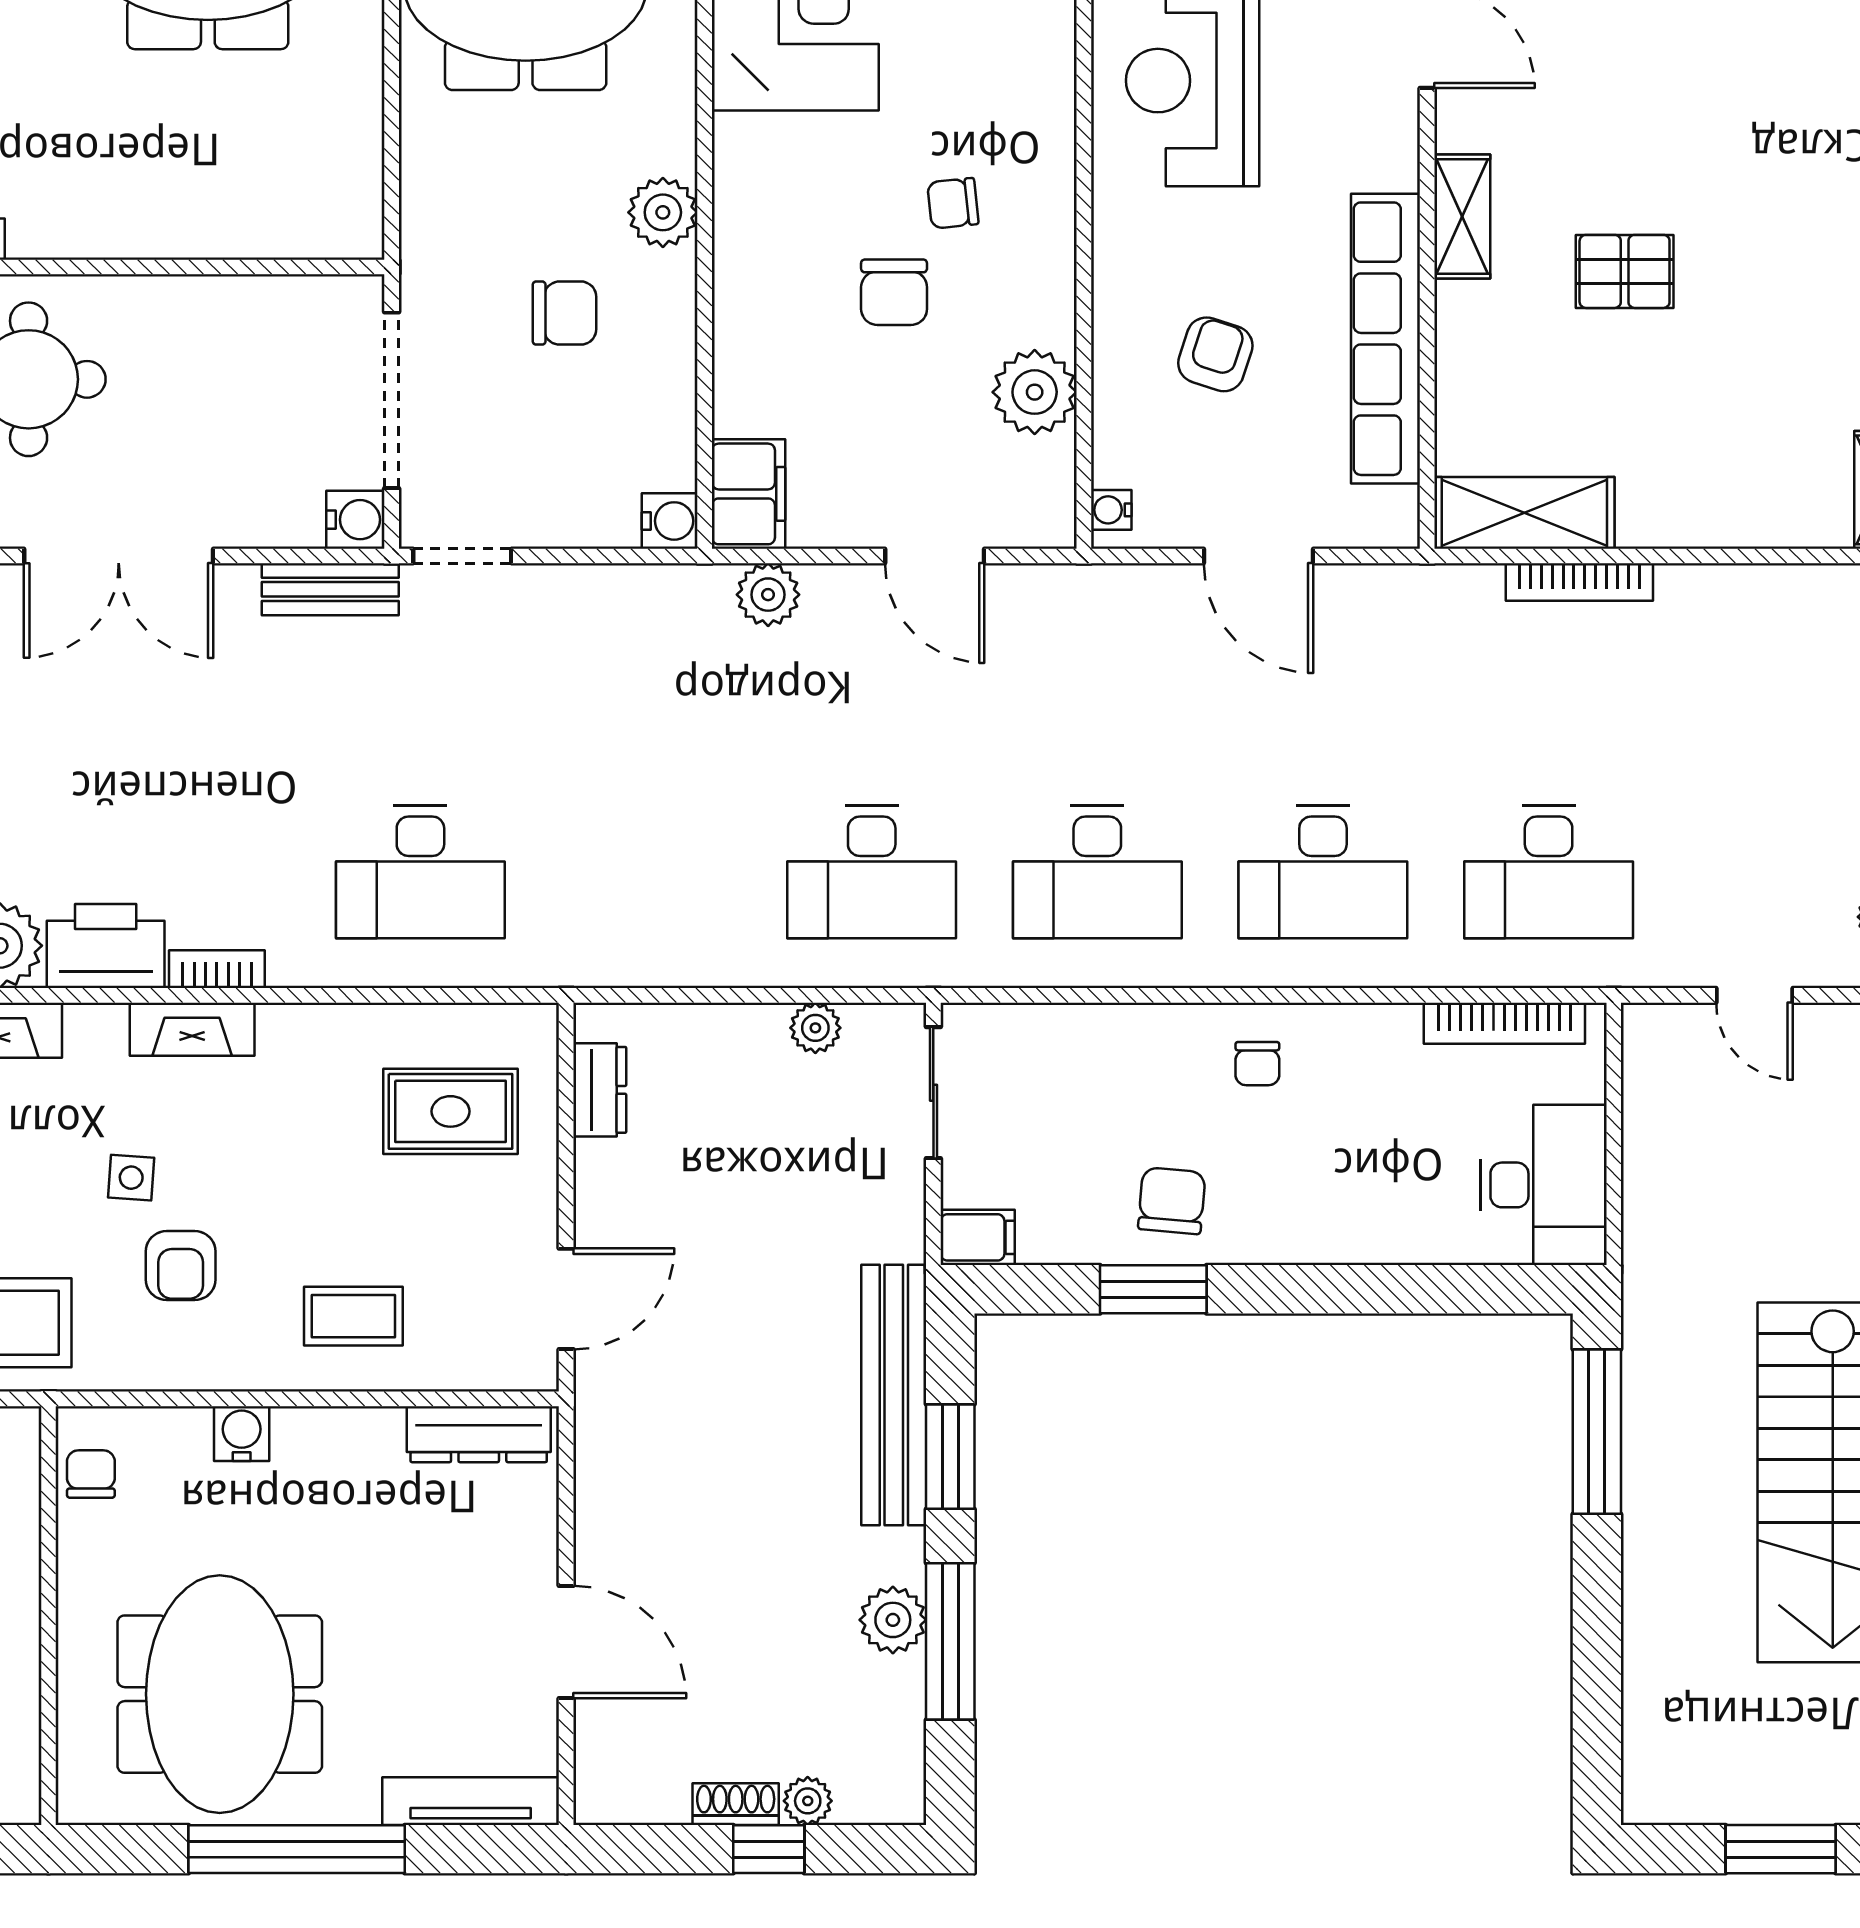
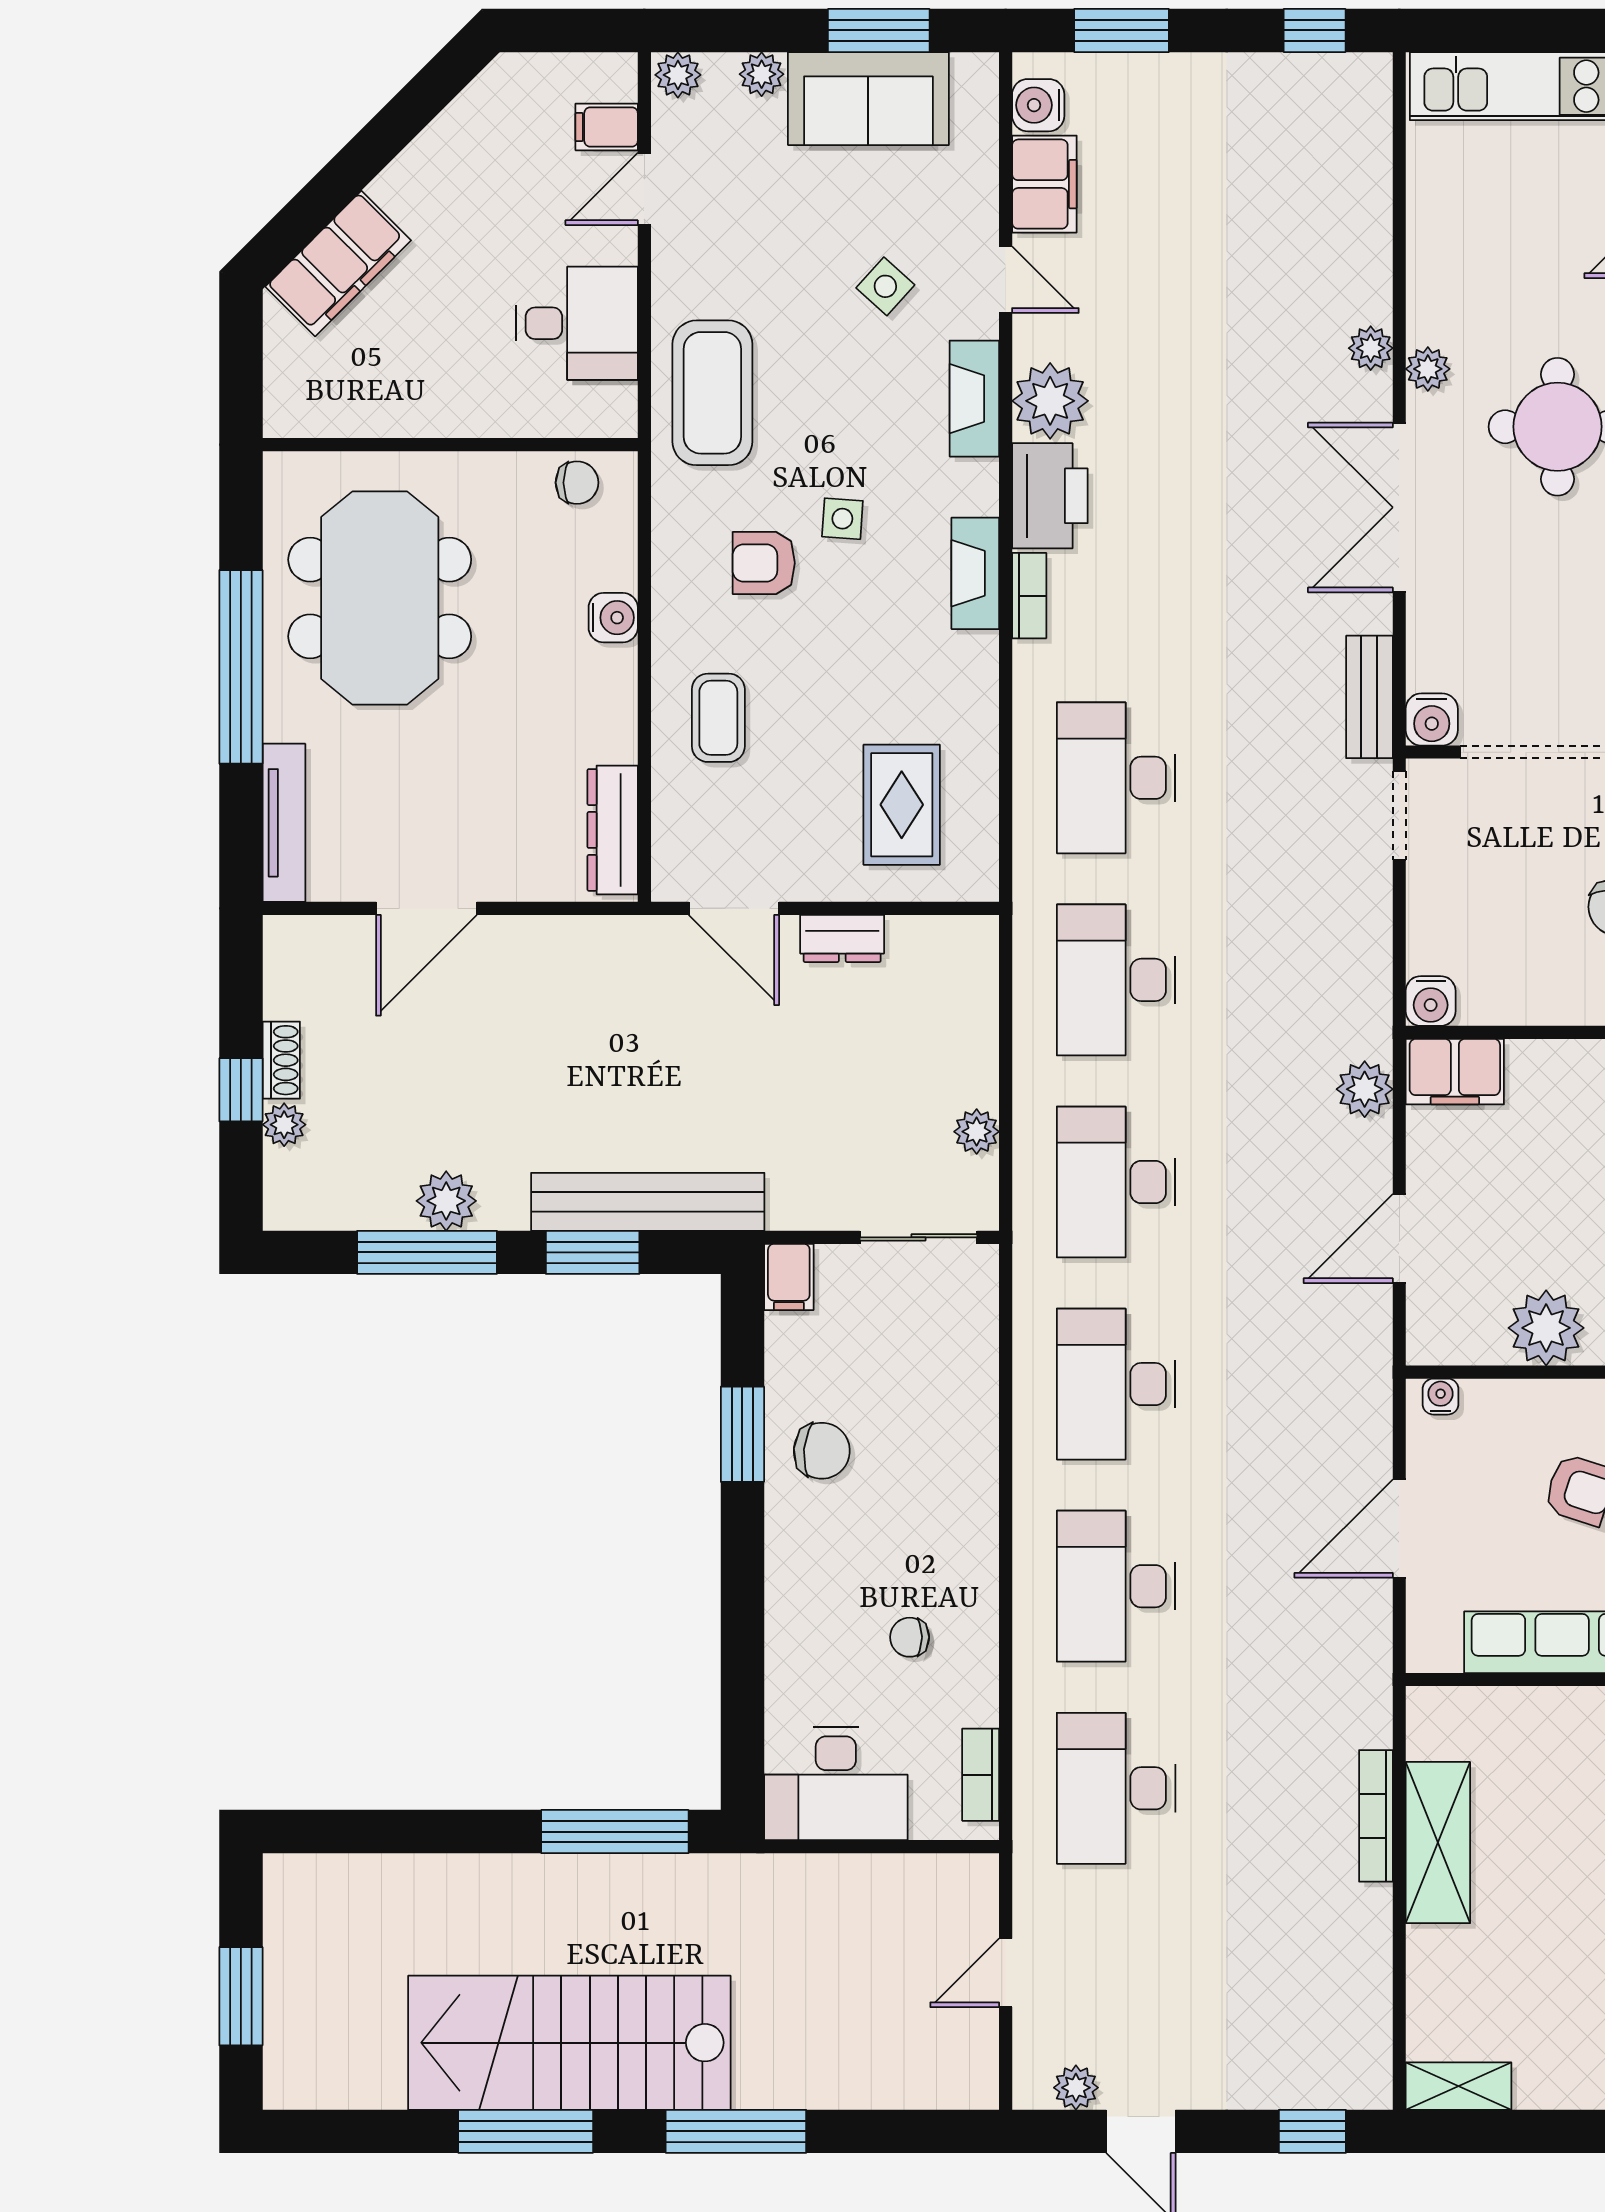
shelving: (1524, 513) -> (1438, 1843), moved
desk: (646, 872) -> (1116, 980), added
bookcase: (1504, 1023) -> (981, 1775), width x0.64
chair: (1257, 1064) -> (910, 1637), moved
dresser: (600, 1090) -> (842, 938), moved
meeting table: (220, 1694) -> (380, 598), turned 90

